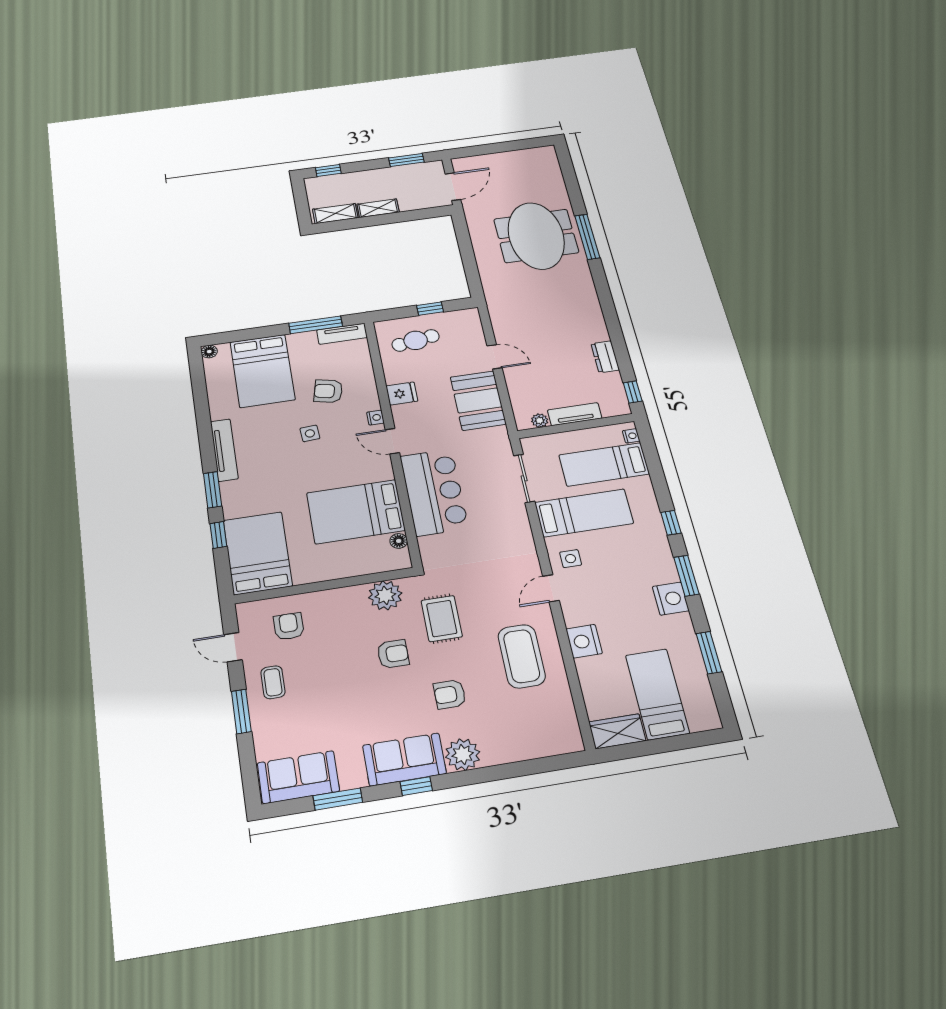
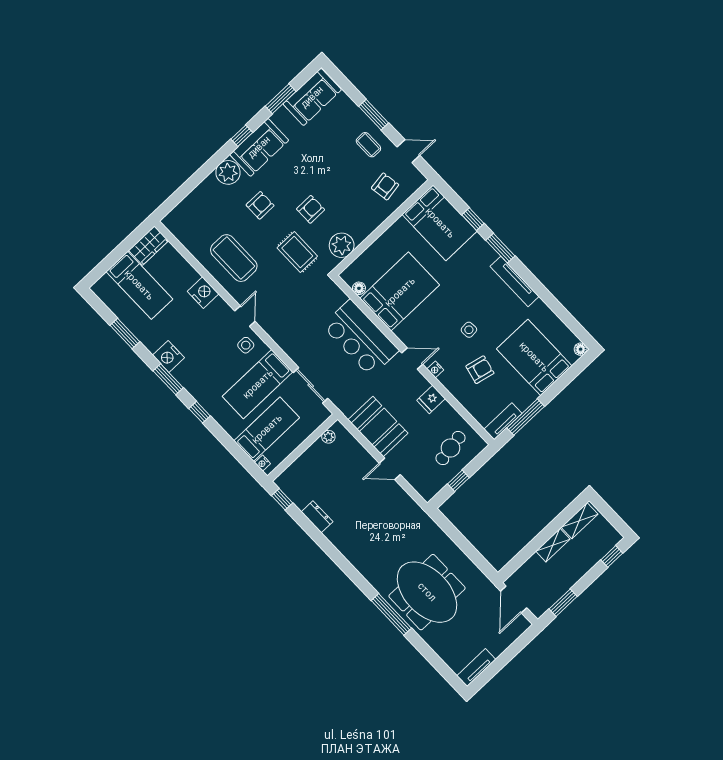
tv unit: (575, 414) -> (476, 668), moved, turned 180
armchair: (289, 626) -> (385, 186), turned -99
armchair: (393, 654) -> (311, 209), turned 180

